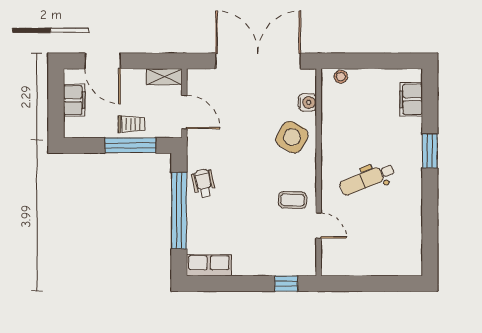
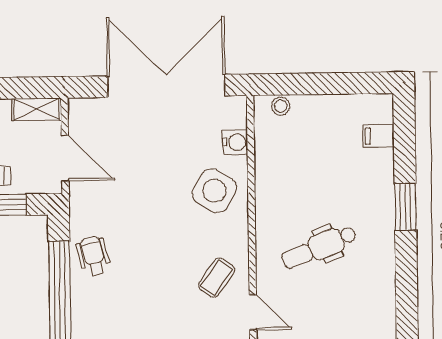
filing cabinet: (411, 99) -> (378, 136), width x0.50
coffee table: (293, 200) -> (216, 278), turned -56

